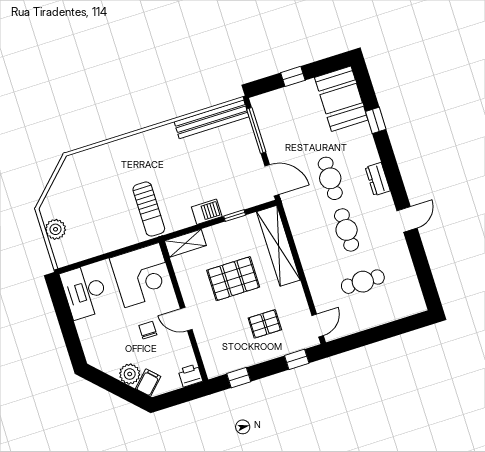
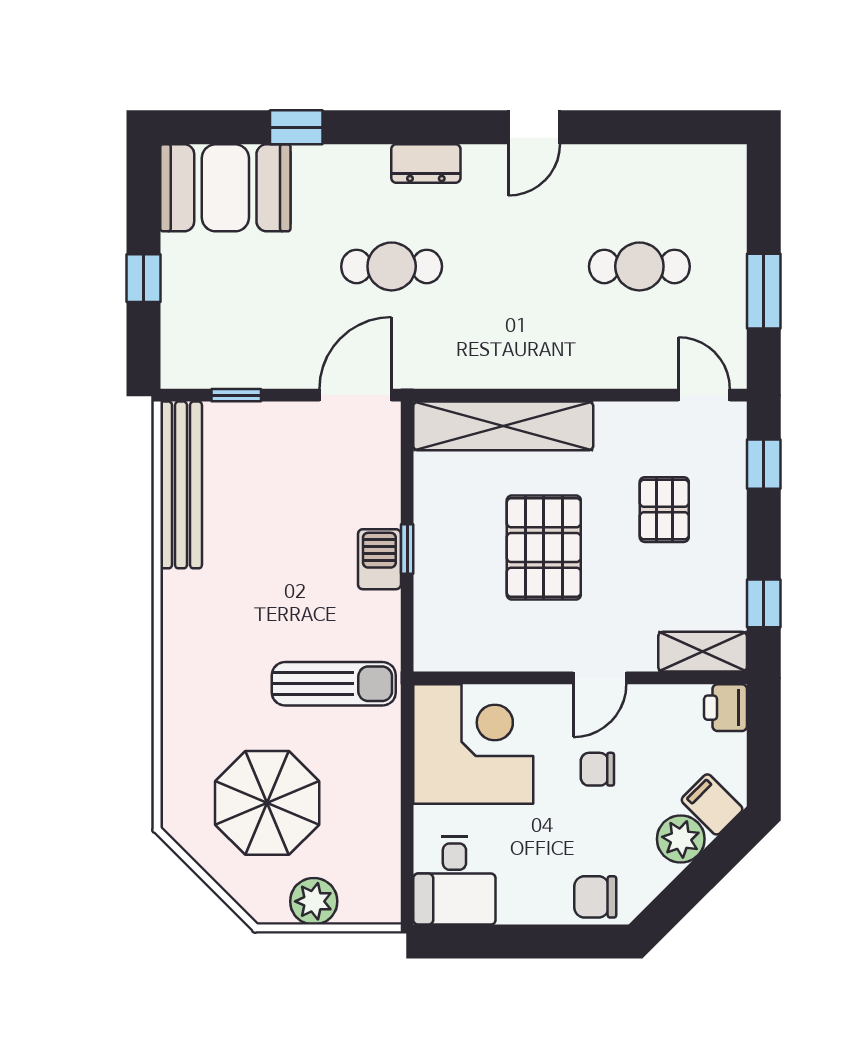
window: (256, 130) -> (236, 395), width x0.46
parasol: (90, 197) -> (267, 803), added
window: (235, 216) -> (407, 549), moved
door: (407, 219) -> (534, 127), swing flipped
cafe table: (347, 230) -> (516, 266), removed
shelving: (185, 243) -> (703, 652), moved, turned 90
cafe table: (363, 282) -> (639, 266), turned 90
desk: (85, 292) -> (454, 881), width x0.73
window: (369, 337) -> (764, 291), added
chair: (94, 346) -> (595, 897), added

